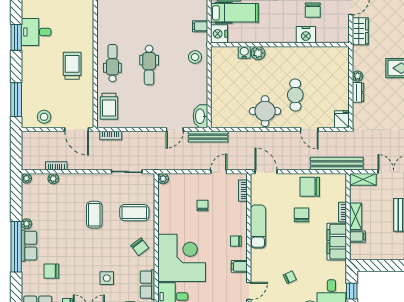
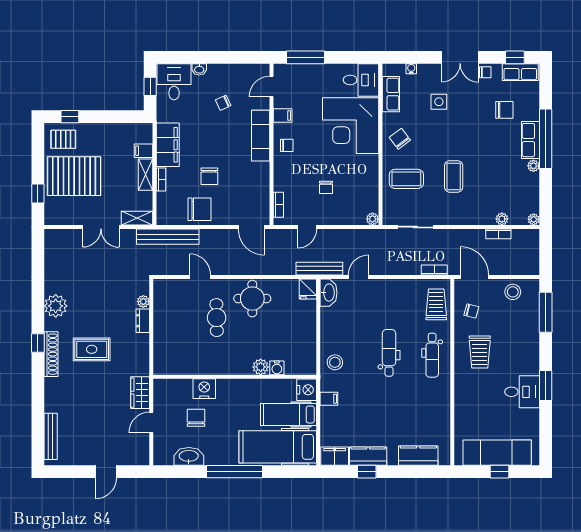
plant: (358, 76) -> (143, 301), moved
chair: (79, 101) -> (471, 311), added
fridge: (342, 119) -> (308, 289), moved
exam couch: (258, 227) -> (261, 136), moved

